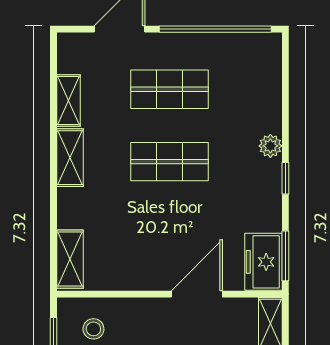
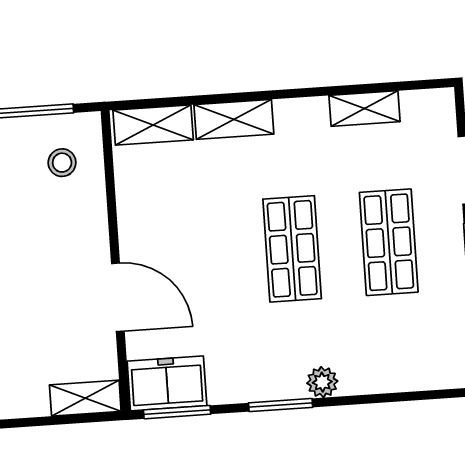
shelving: (70, 158) -> (234, 119), moved
window: (285, 178) -> (281, 405), width x1.50

